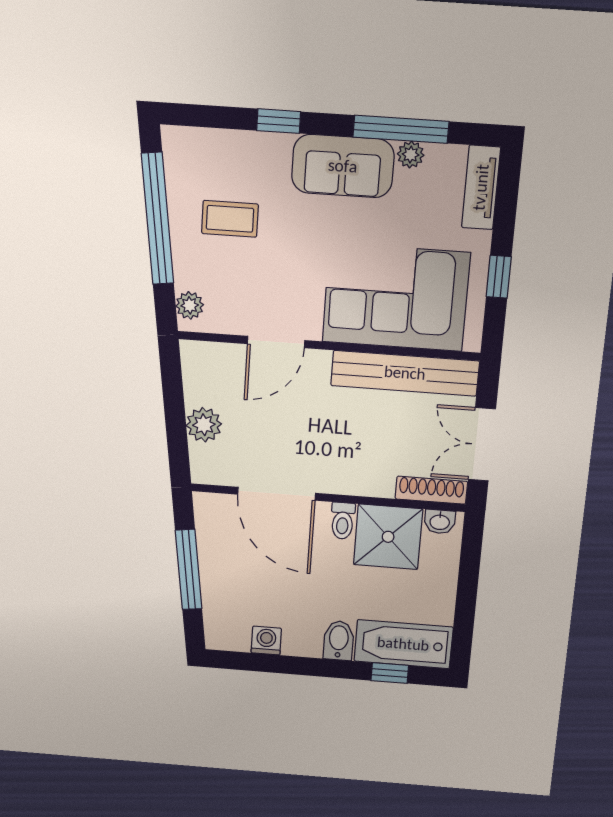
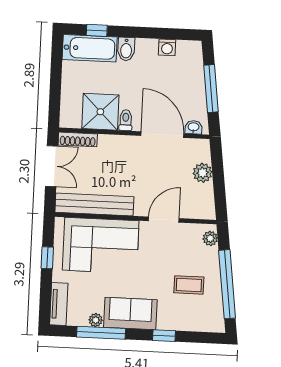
washbasin: (440, 522) -> (194, 127), moved

